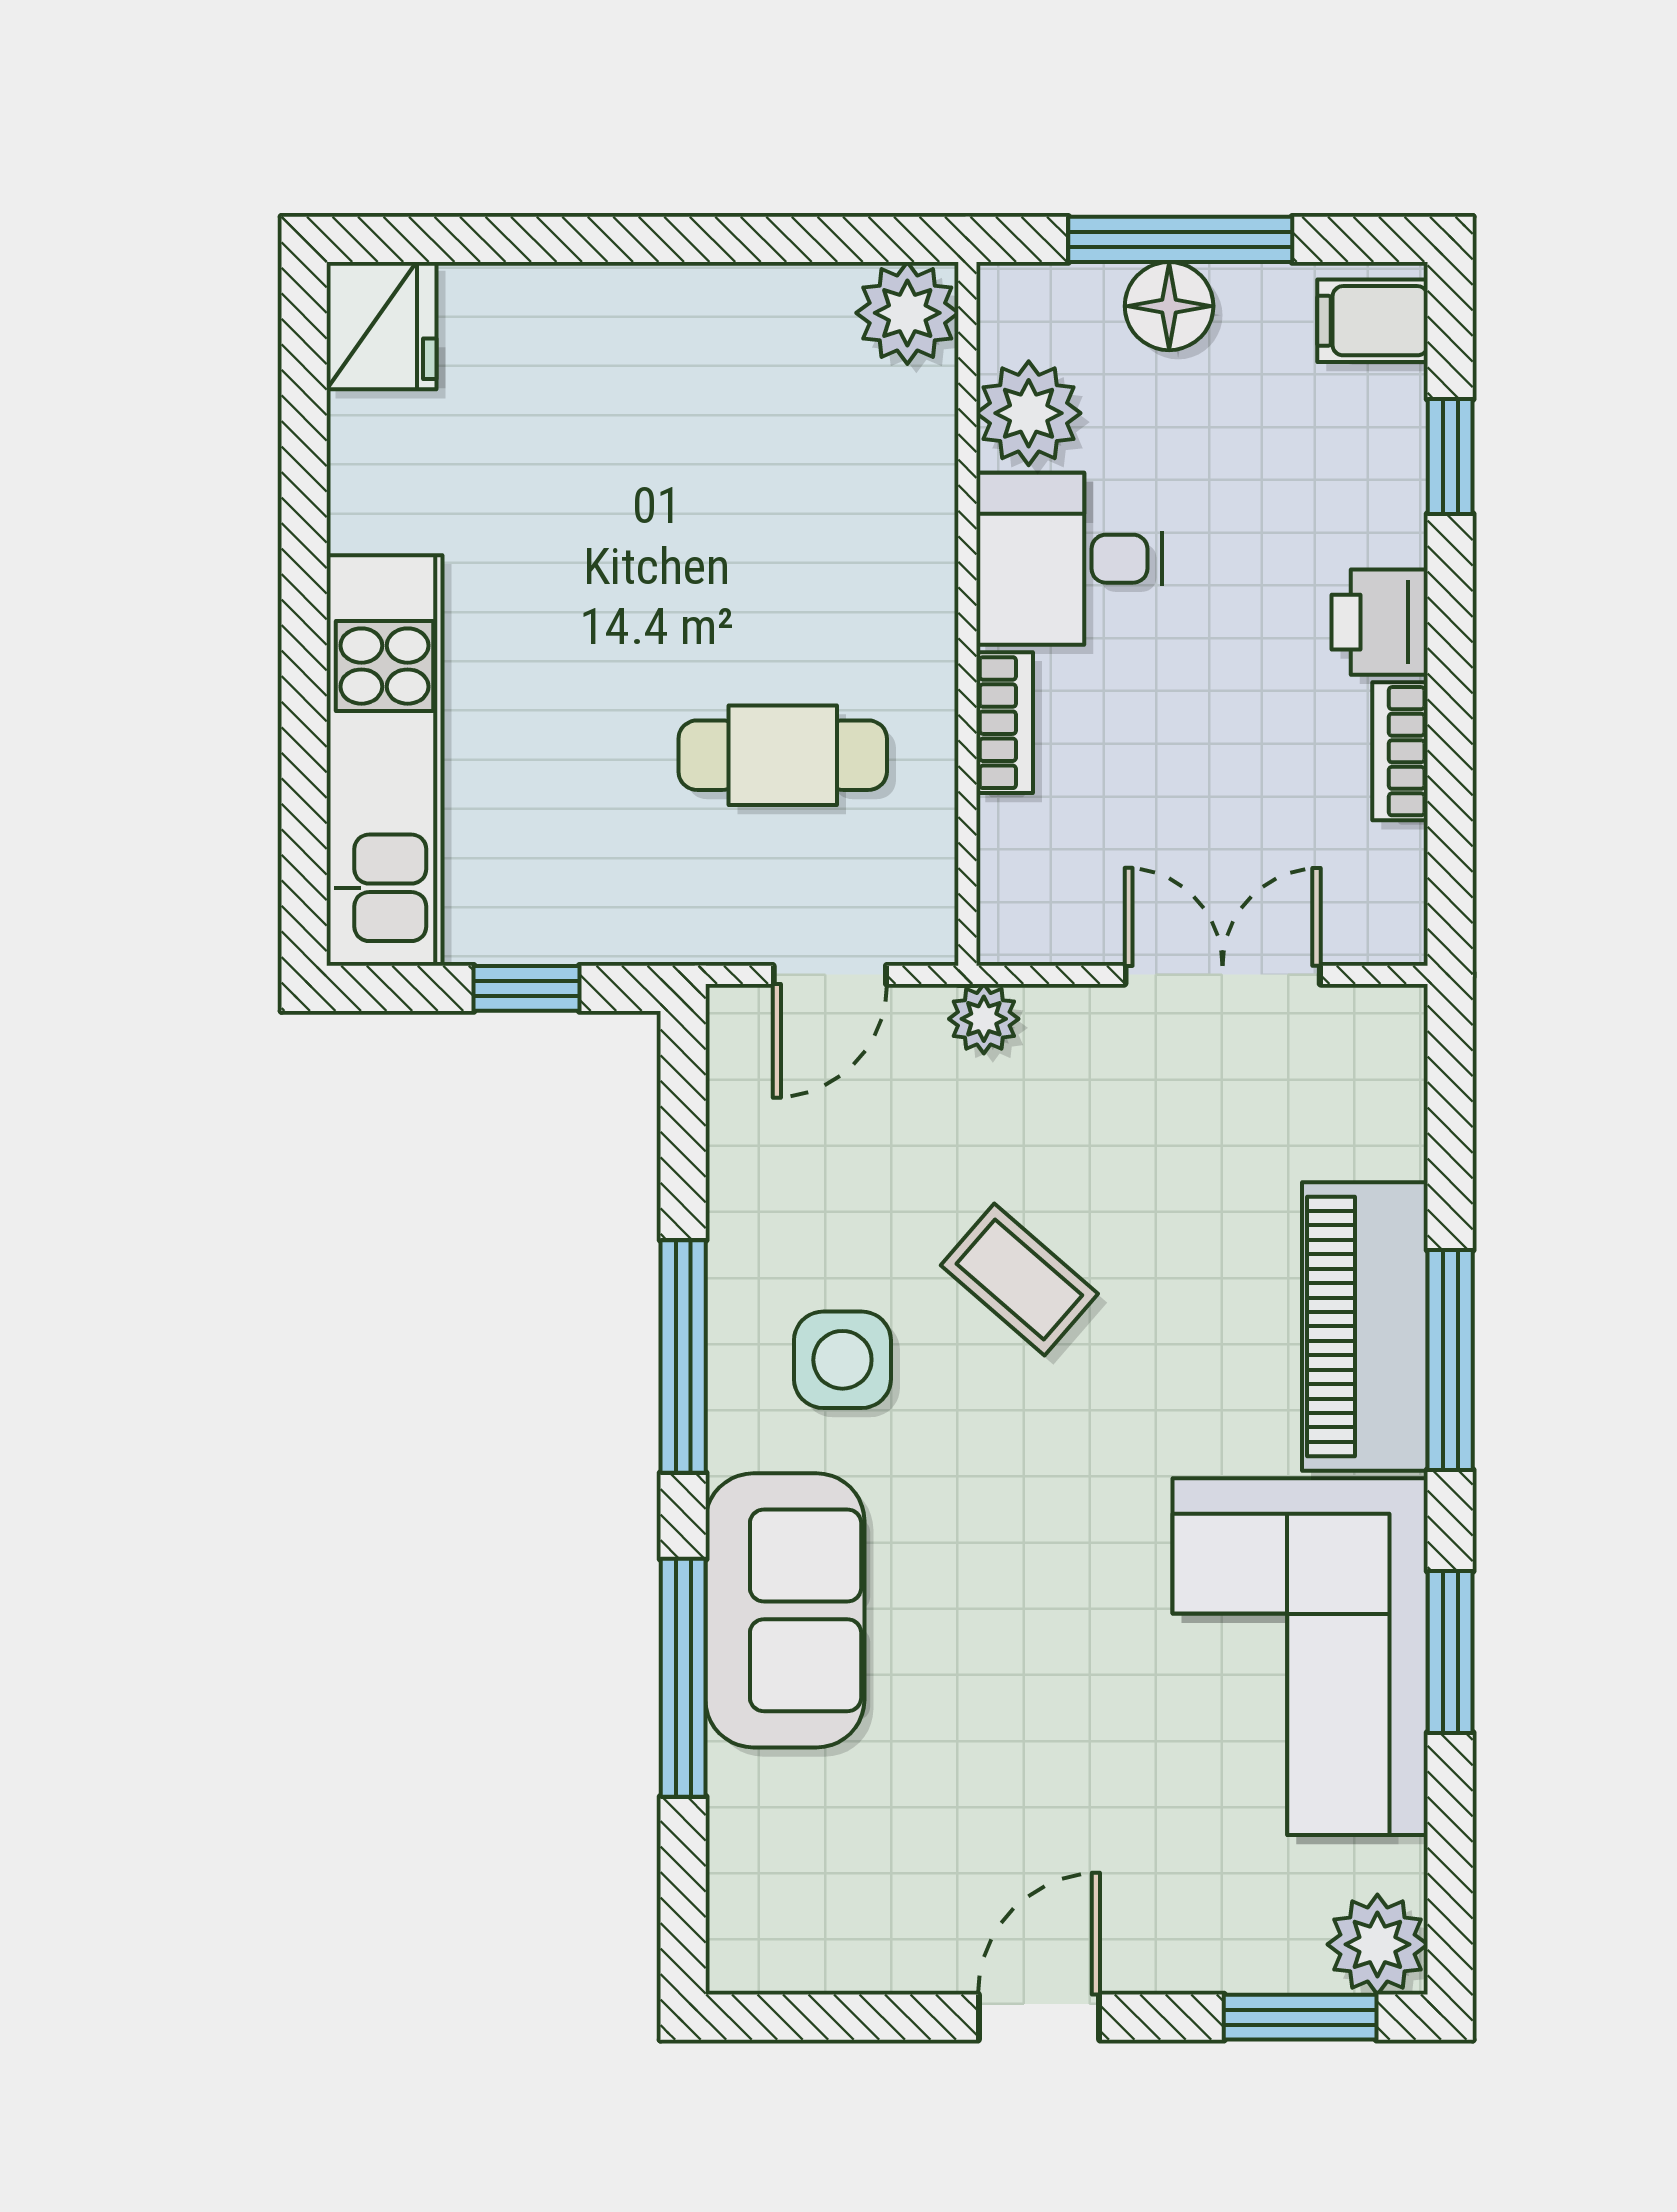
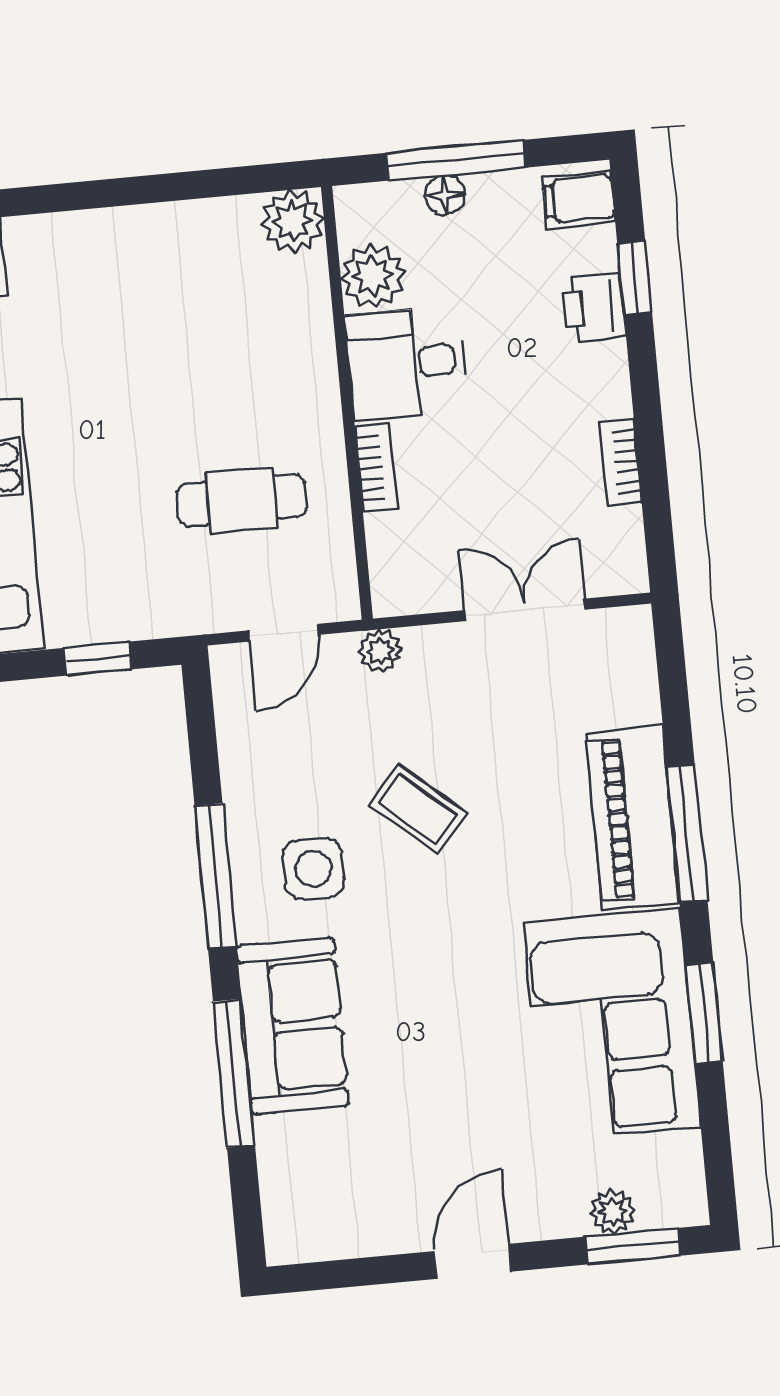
floor lamp: (1169, 306) -> (445, 195), width x0.73, depth x0.73
printer: (1380, 622) -> (594, 308), moved
plant: (1377, 1944) -> (613, 1212), moved, width x0.73, depth x0.73

